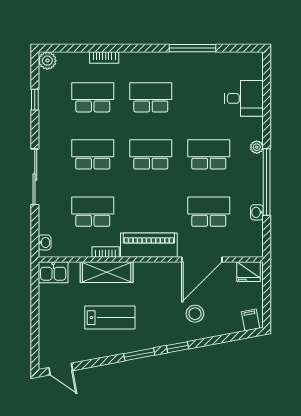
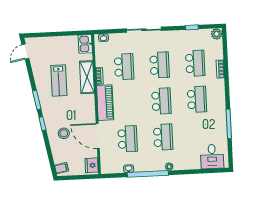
desk: (244, 98) -> (212, 156), moved

